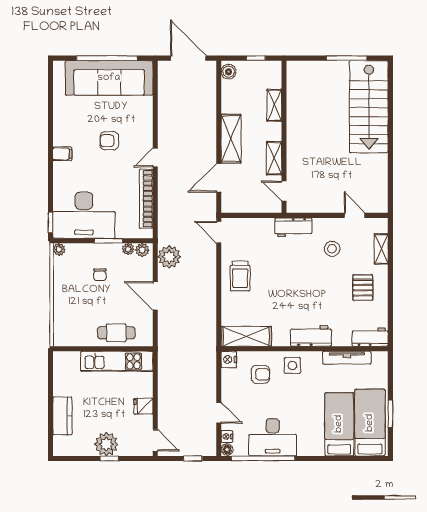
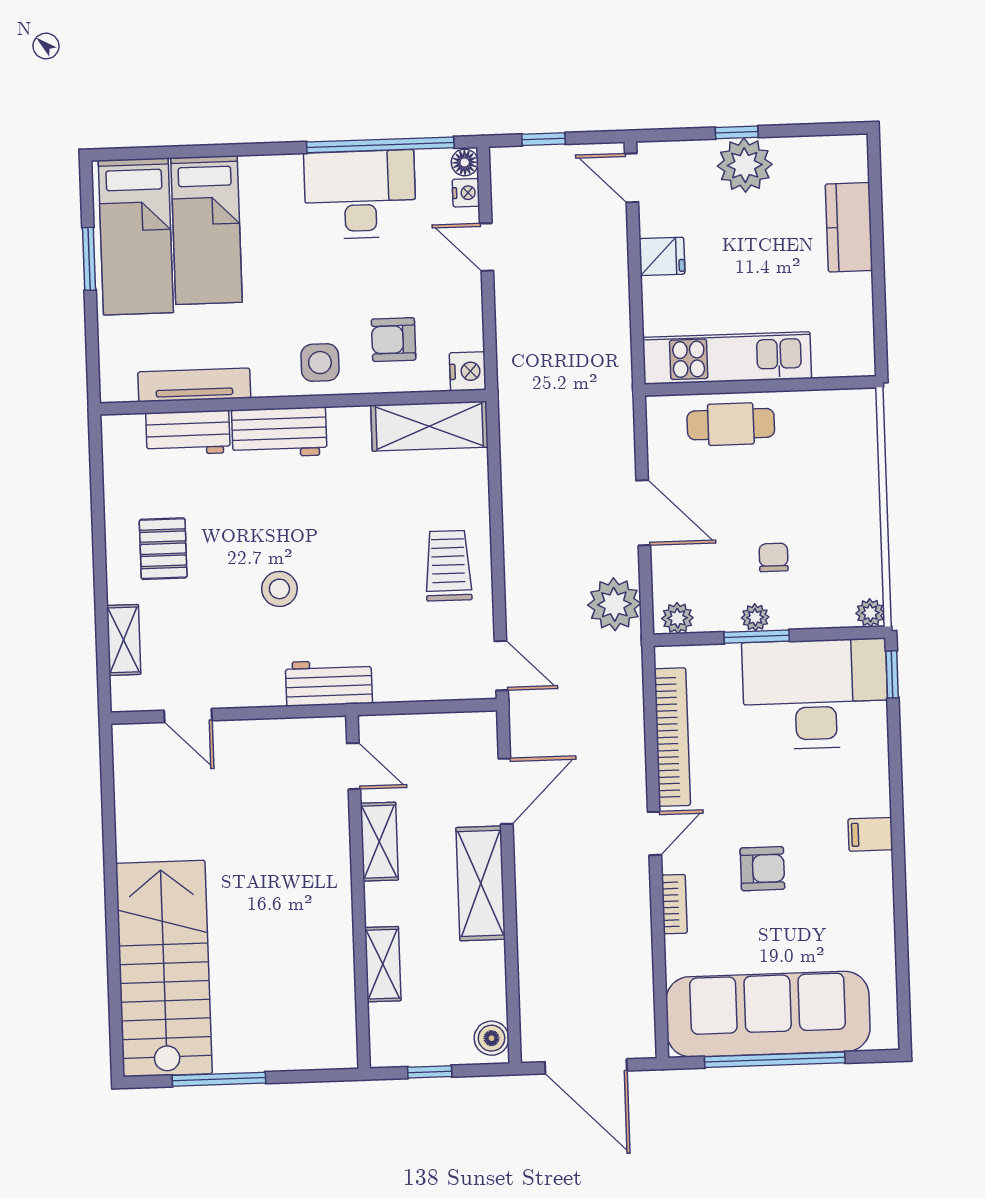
bookcase: (148, 127) -> (674, 904), added
plant: (128, 249) -> (755, 617), moved
stool: (332, 249) -> (279, 589), moved
workbench: (370, 337) -> (188, 433), moved

